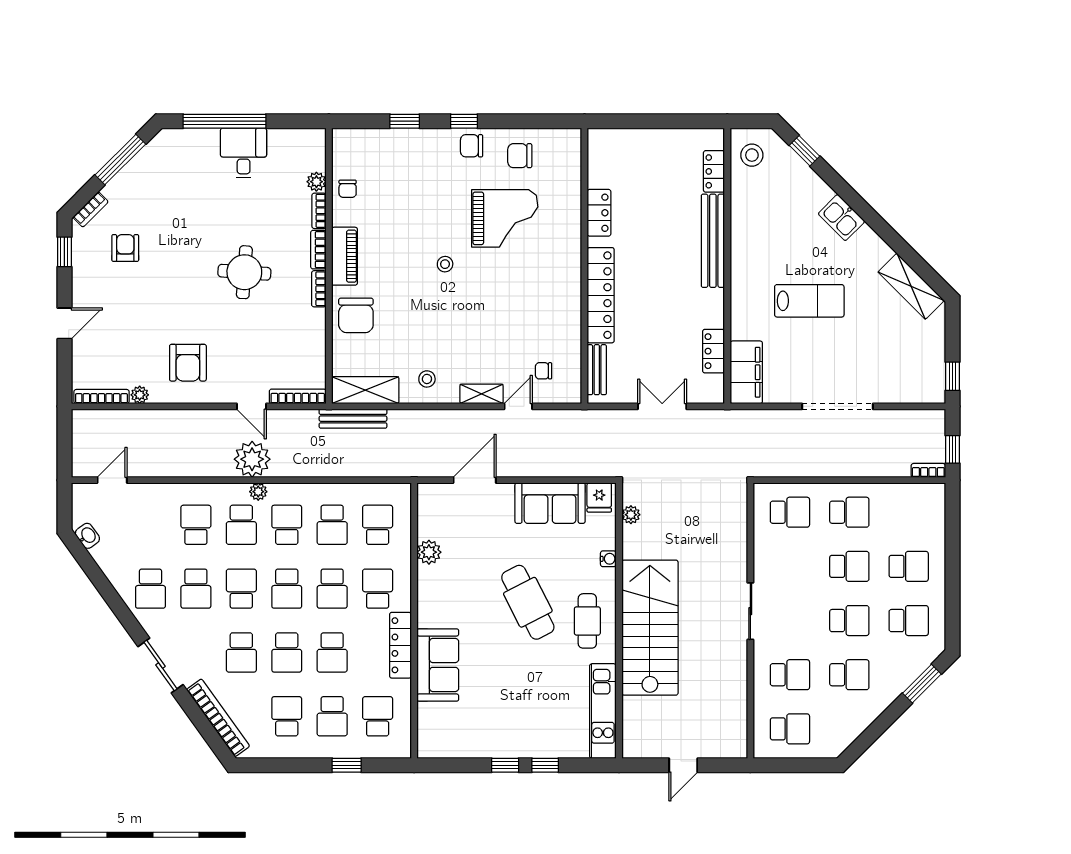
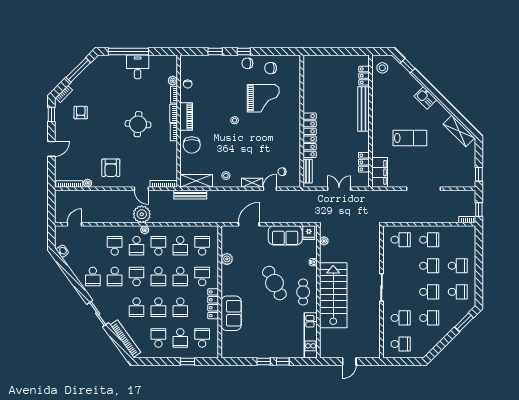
locker: (599, 213) -> (309, 96), removed

